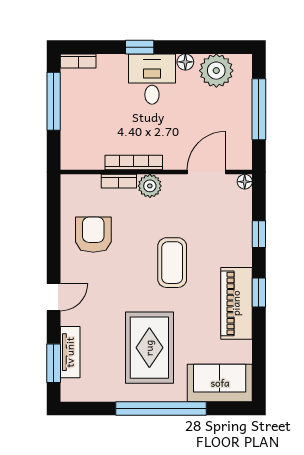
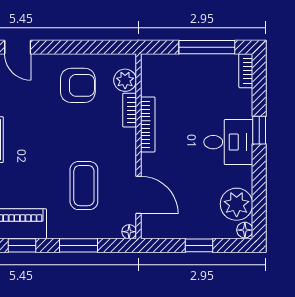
floor lamp: (185, 62) -> (245, 230), moved
window: (259, 109) -> (199, 245), width x0.46
plant: (150, 186) -> (125, 80), moved
window: (259, 234) -> (79, 245), width x1.50
coffee table: (172, 263) -> (84, 186), moved, turned 90

